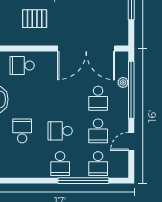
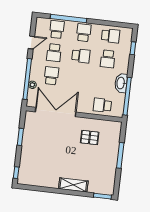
school desk: (22, 66) -> (102, 105), turned 180
school desk: (98, 131) -> (54, 53), turned 180
school desk: (22, 164) -> (111, 36), added

